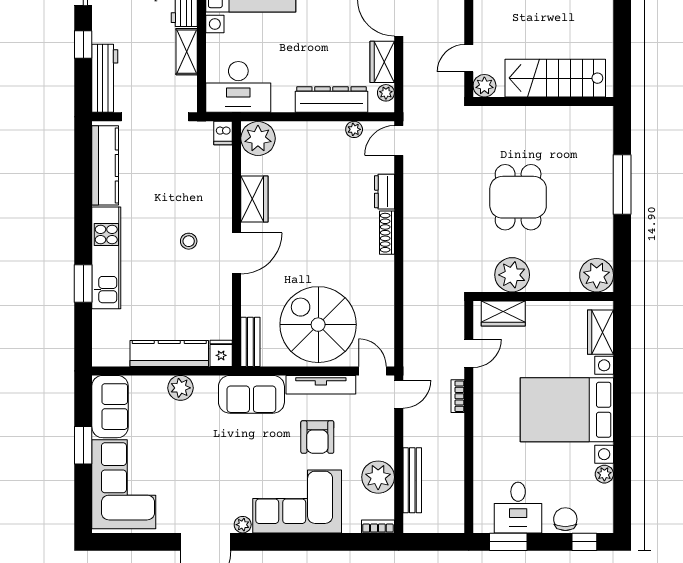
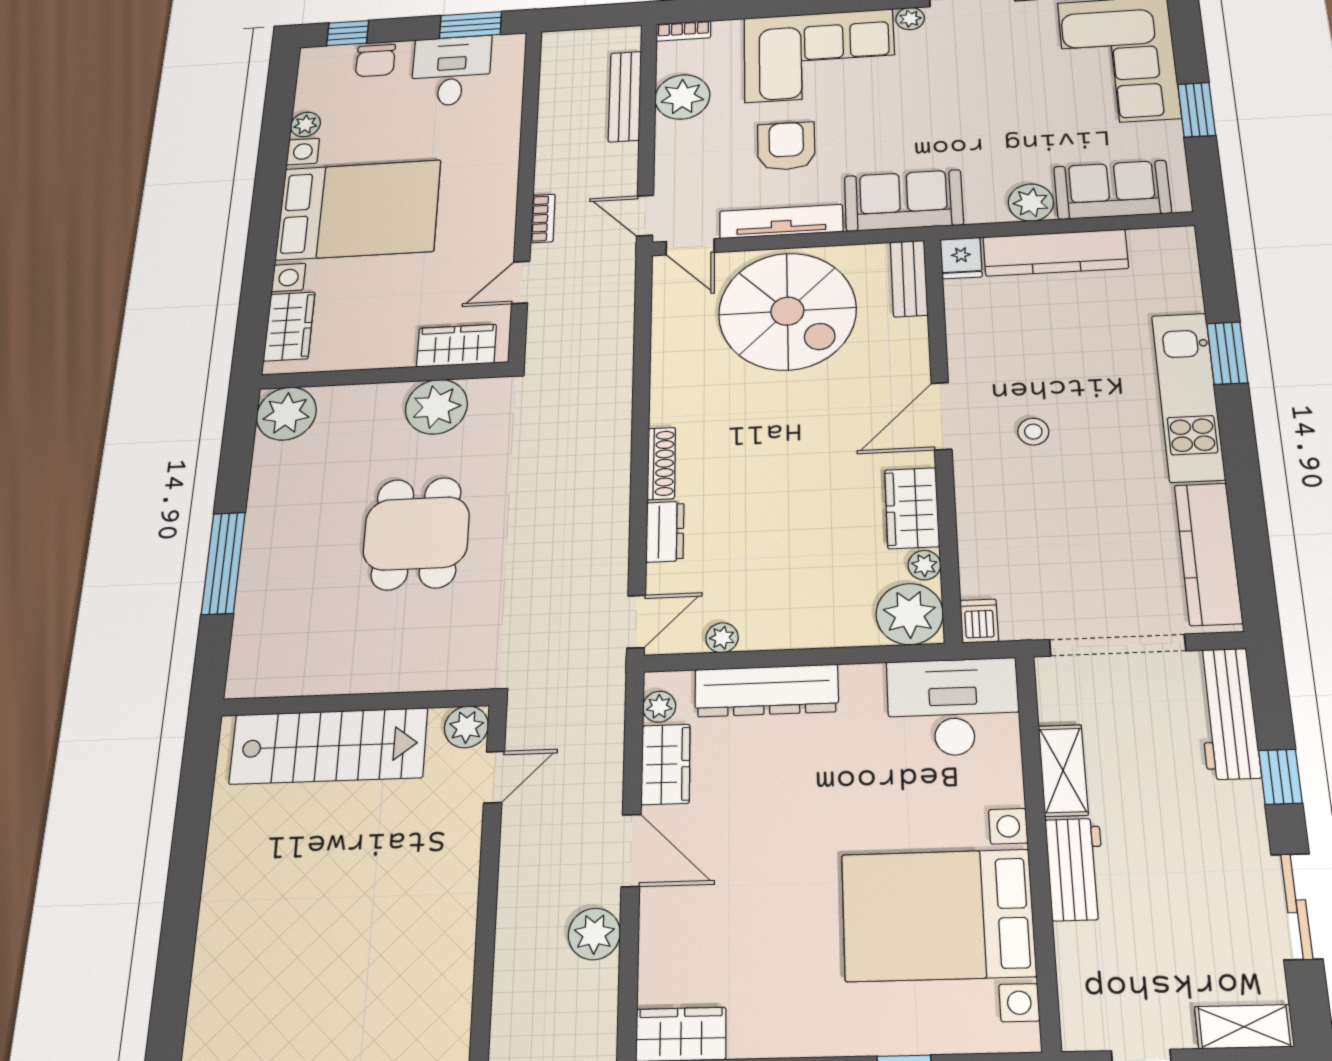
plant: (249, 166) -> (924, 565), added
door: (399, 394) -> (645, 216), hinge flipped
sofa: (110, 407) -> (1112, 190), moved, turned 90

